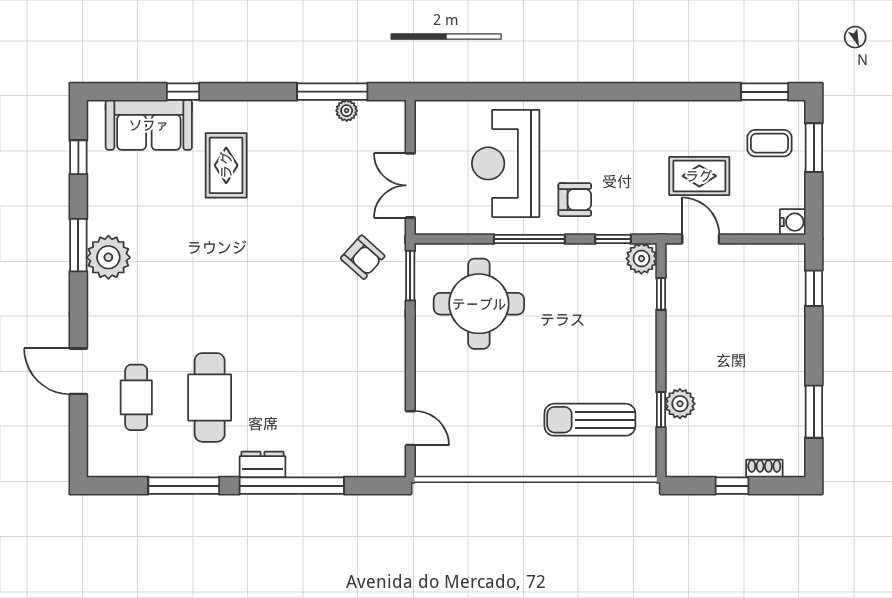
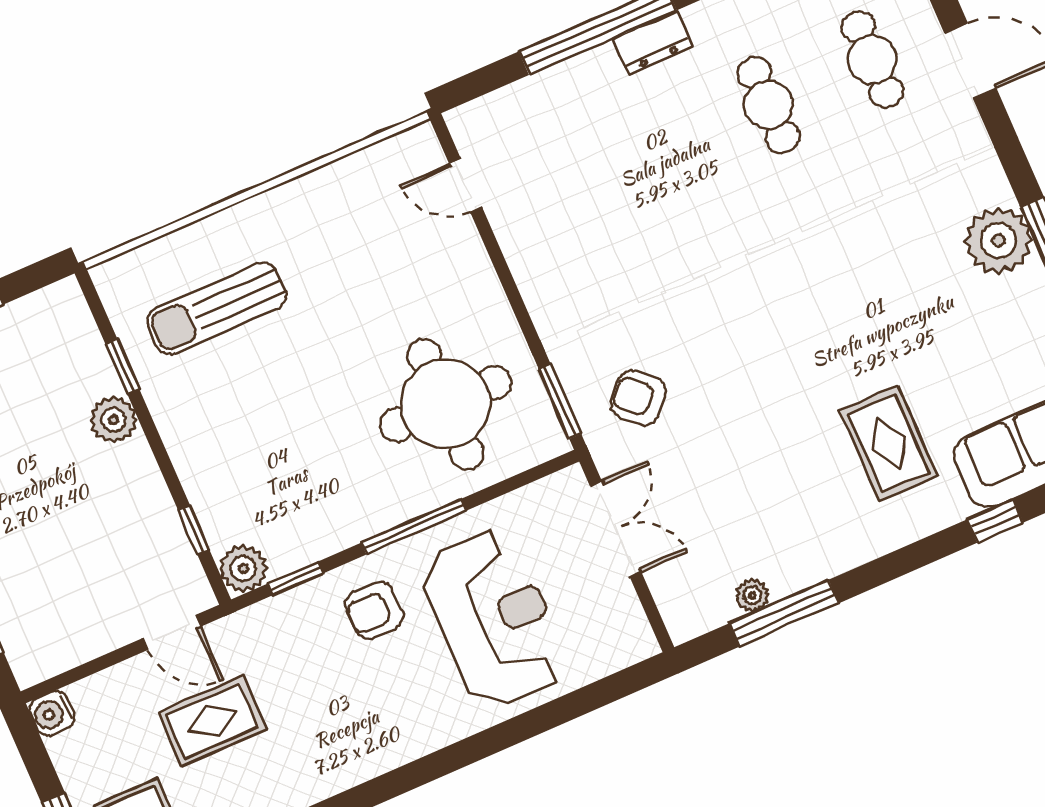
cafe table: (210, 397) -> (768, 105), width x0.73, depth x0.74
plant: (680, 404) -> (113, 420), moved
sun lounger: (590, 420) -> (217, 308), turned 180

